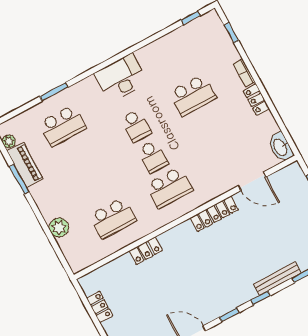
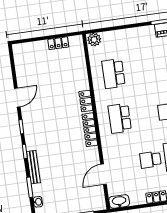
school desk: (153, 157) -> (150, 160), moved
locker: (214, 214) -> (90, 130), moved
plant: (59, 228) -> (94, 40), moved
locker: (146, 251) -> (86, 101), moved

